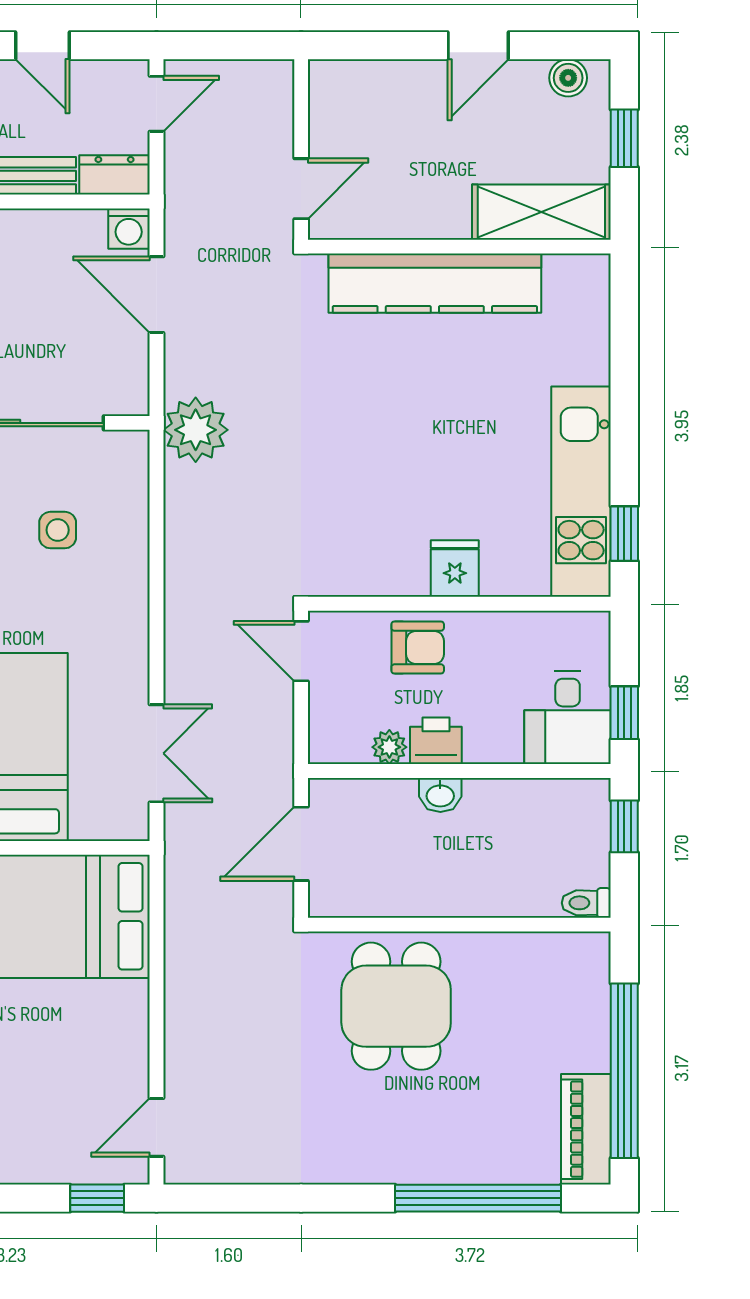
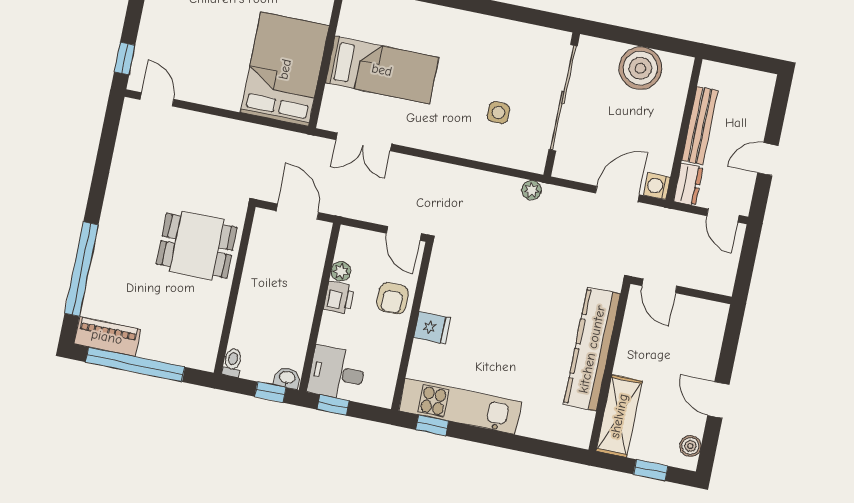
plant: (196, 430) -> (532, 190), width x0.53, depth x0.53
door: (301, 651) -> (404, 233), swing flipped
washbasin: (440, 795) -> (287, 378), moved, turned 90

